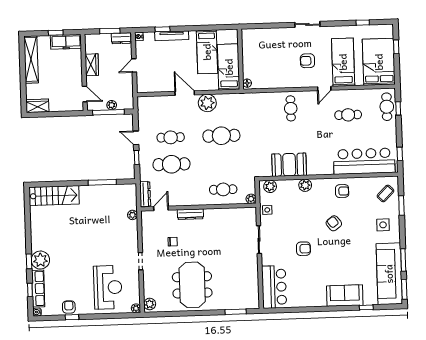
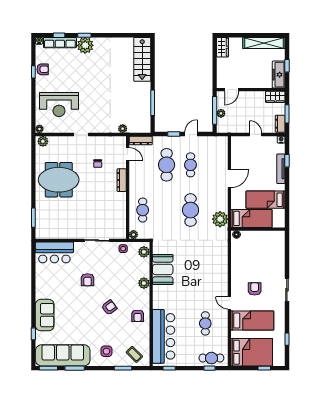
wardrobe: (92, 65) -> (275, 97), moved
plant: (207, 103) -> (220, 219), moved
cafe table: (291, 108) -> (213, 273), removed

